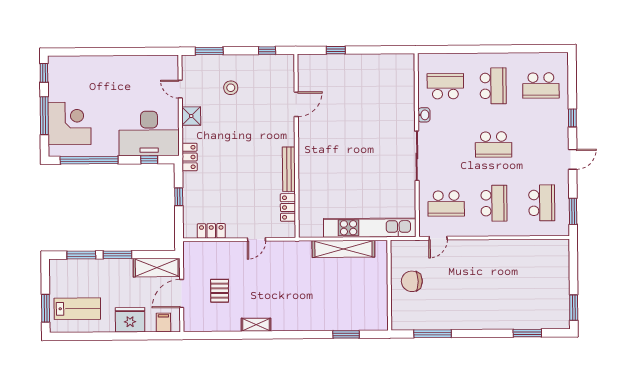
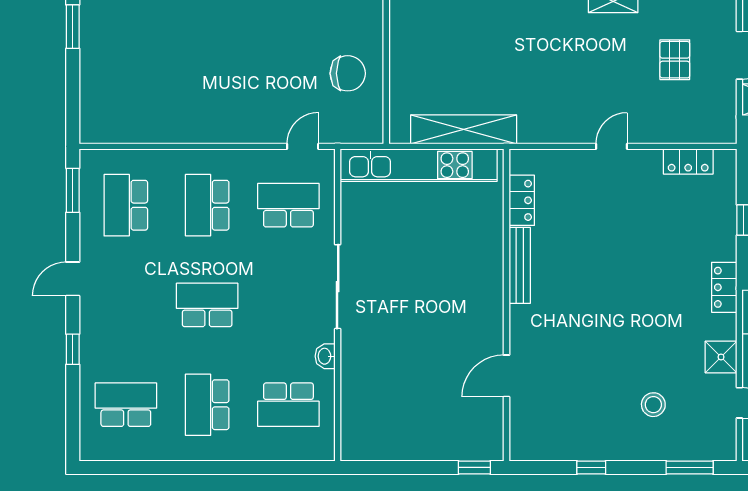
door: (296, 104) -> (506, 376), moved
wall: (296, 146) -> (506, 305), moved
bench: (289, 169) -> (520, 265), moved
locker: (288, 207) -> (522, 200), moved

